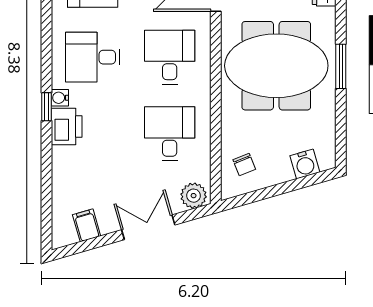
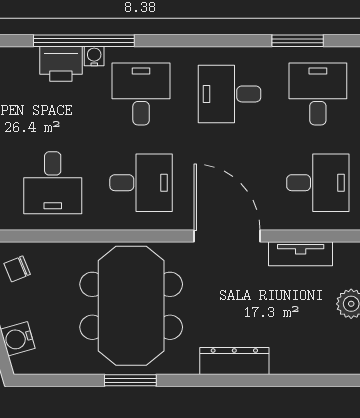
window: (47, 107) -> (84, 41), width x3.17
desk: (170, 134) -> (53, 183), turned 90

